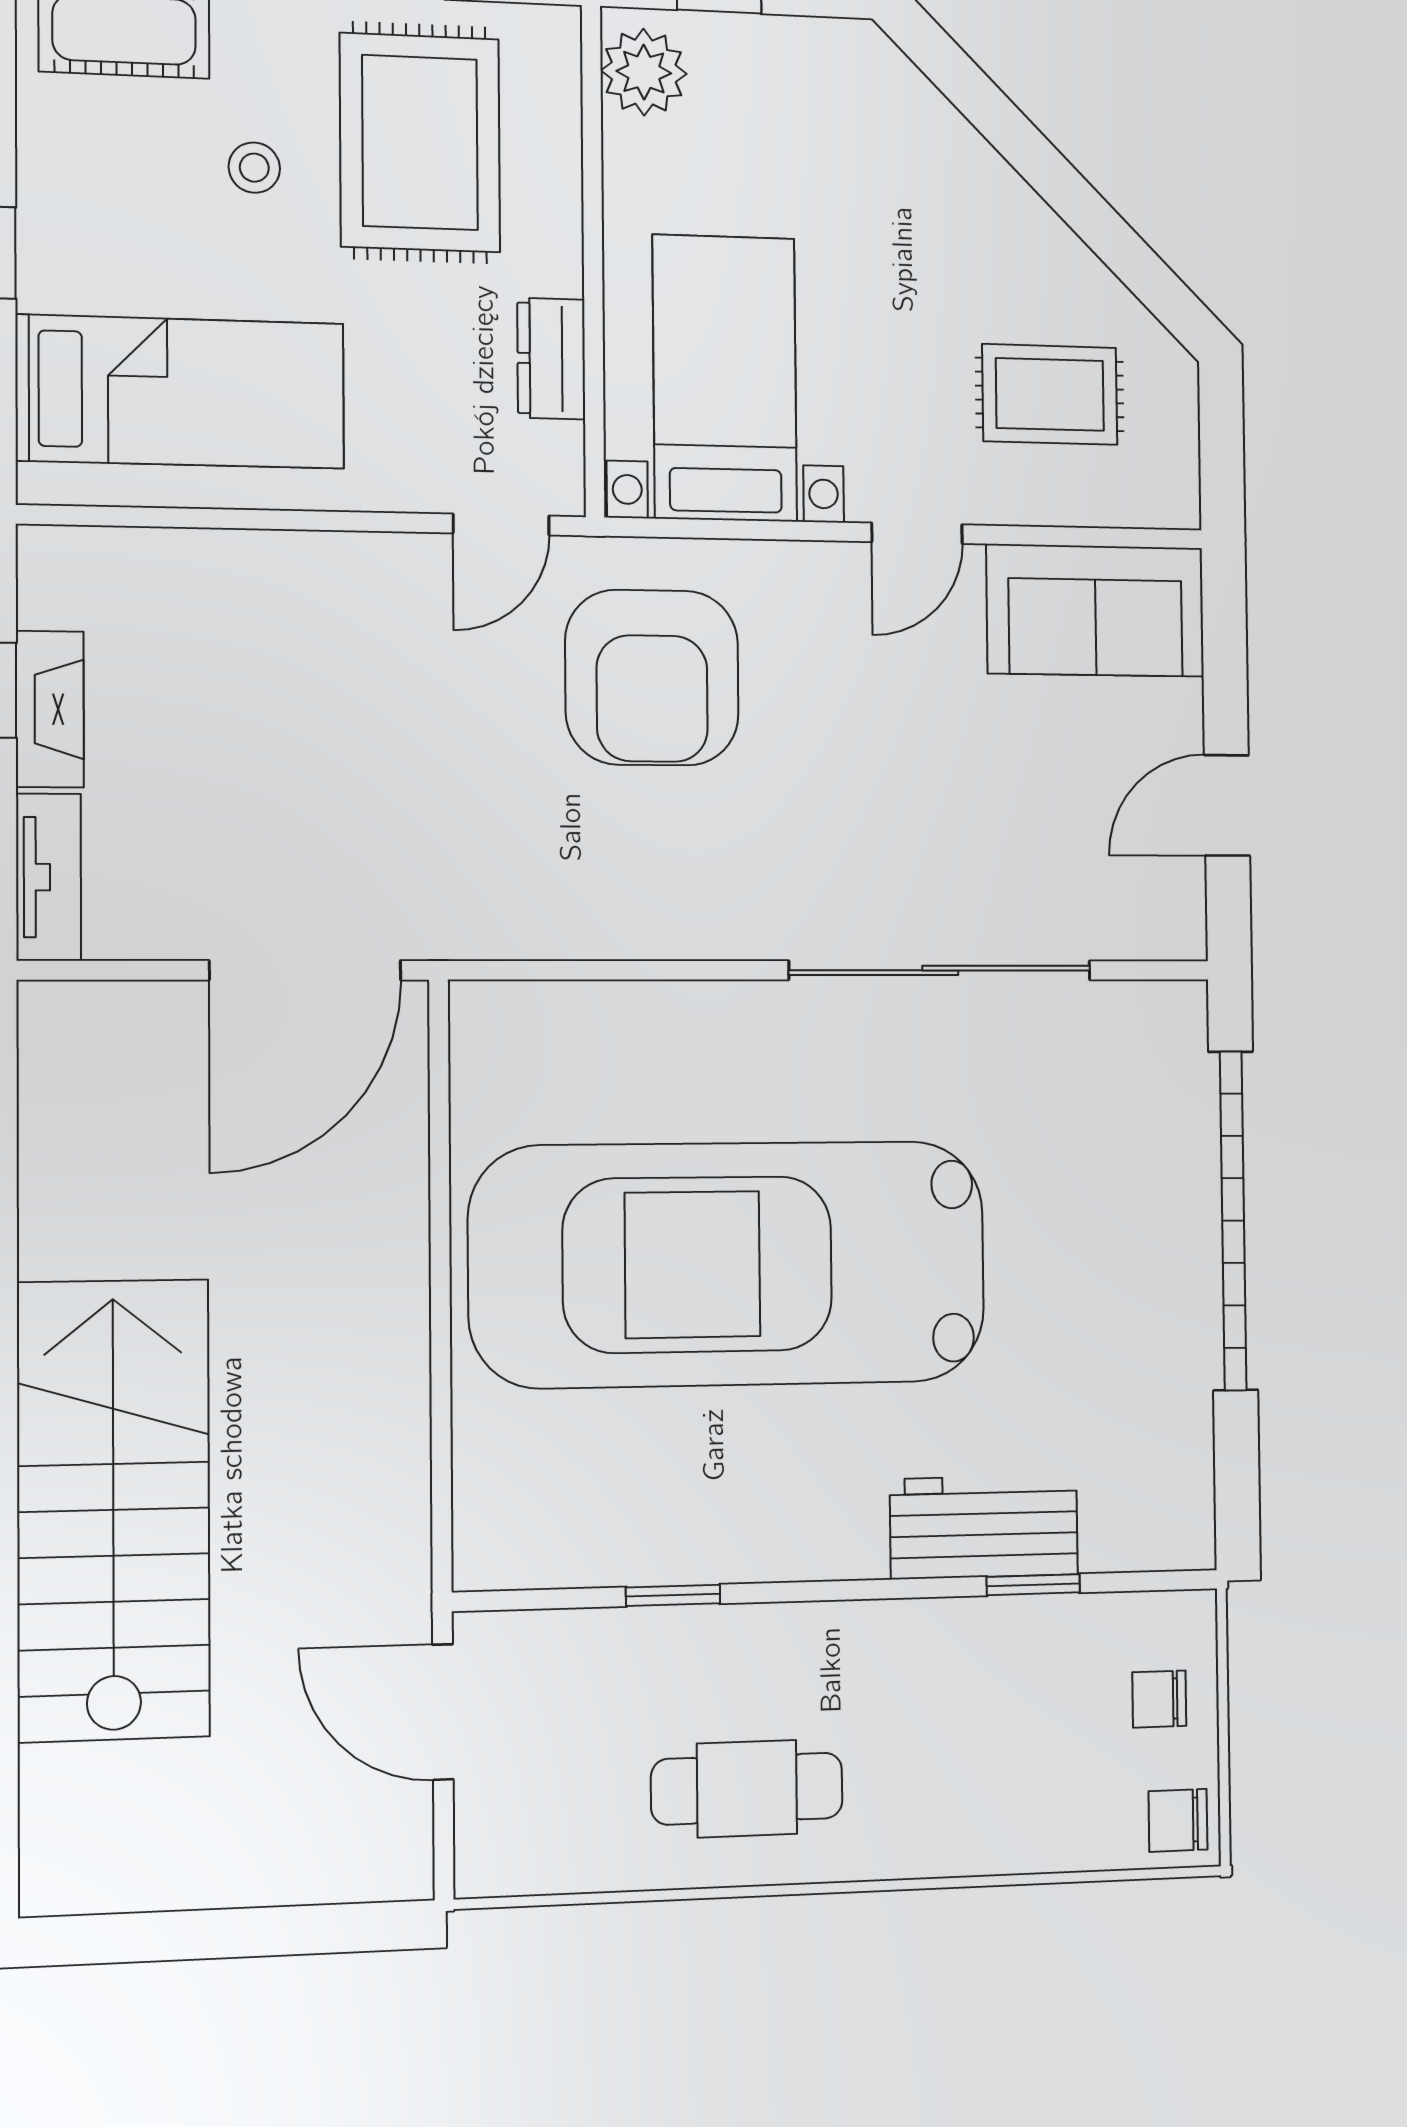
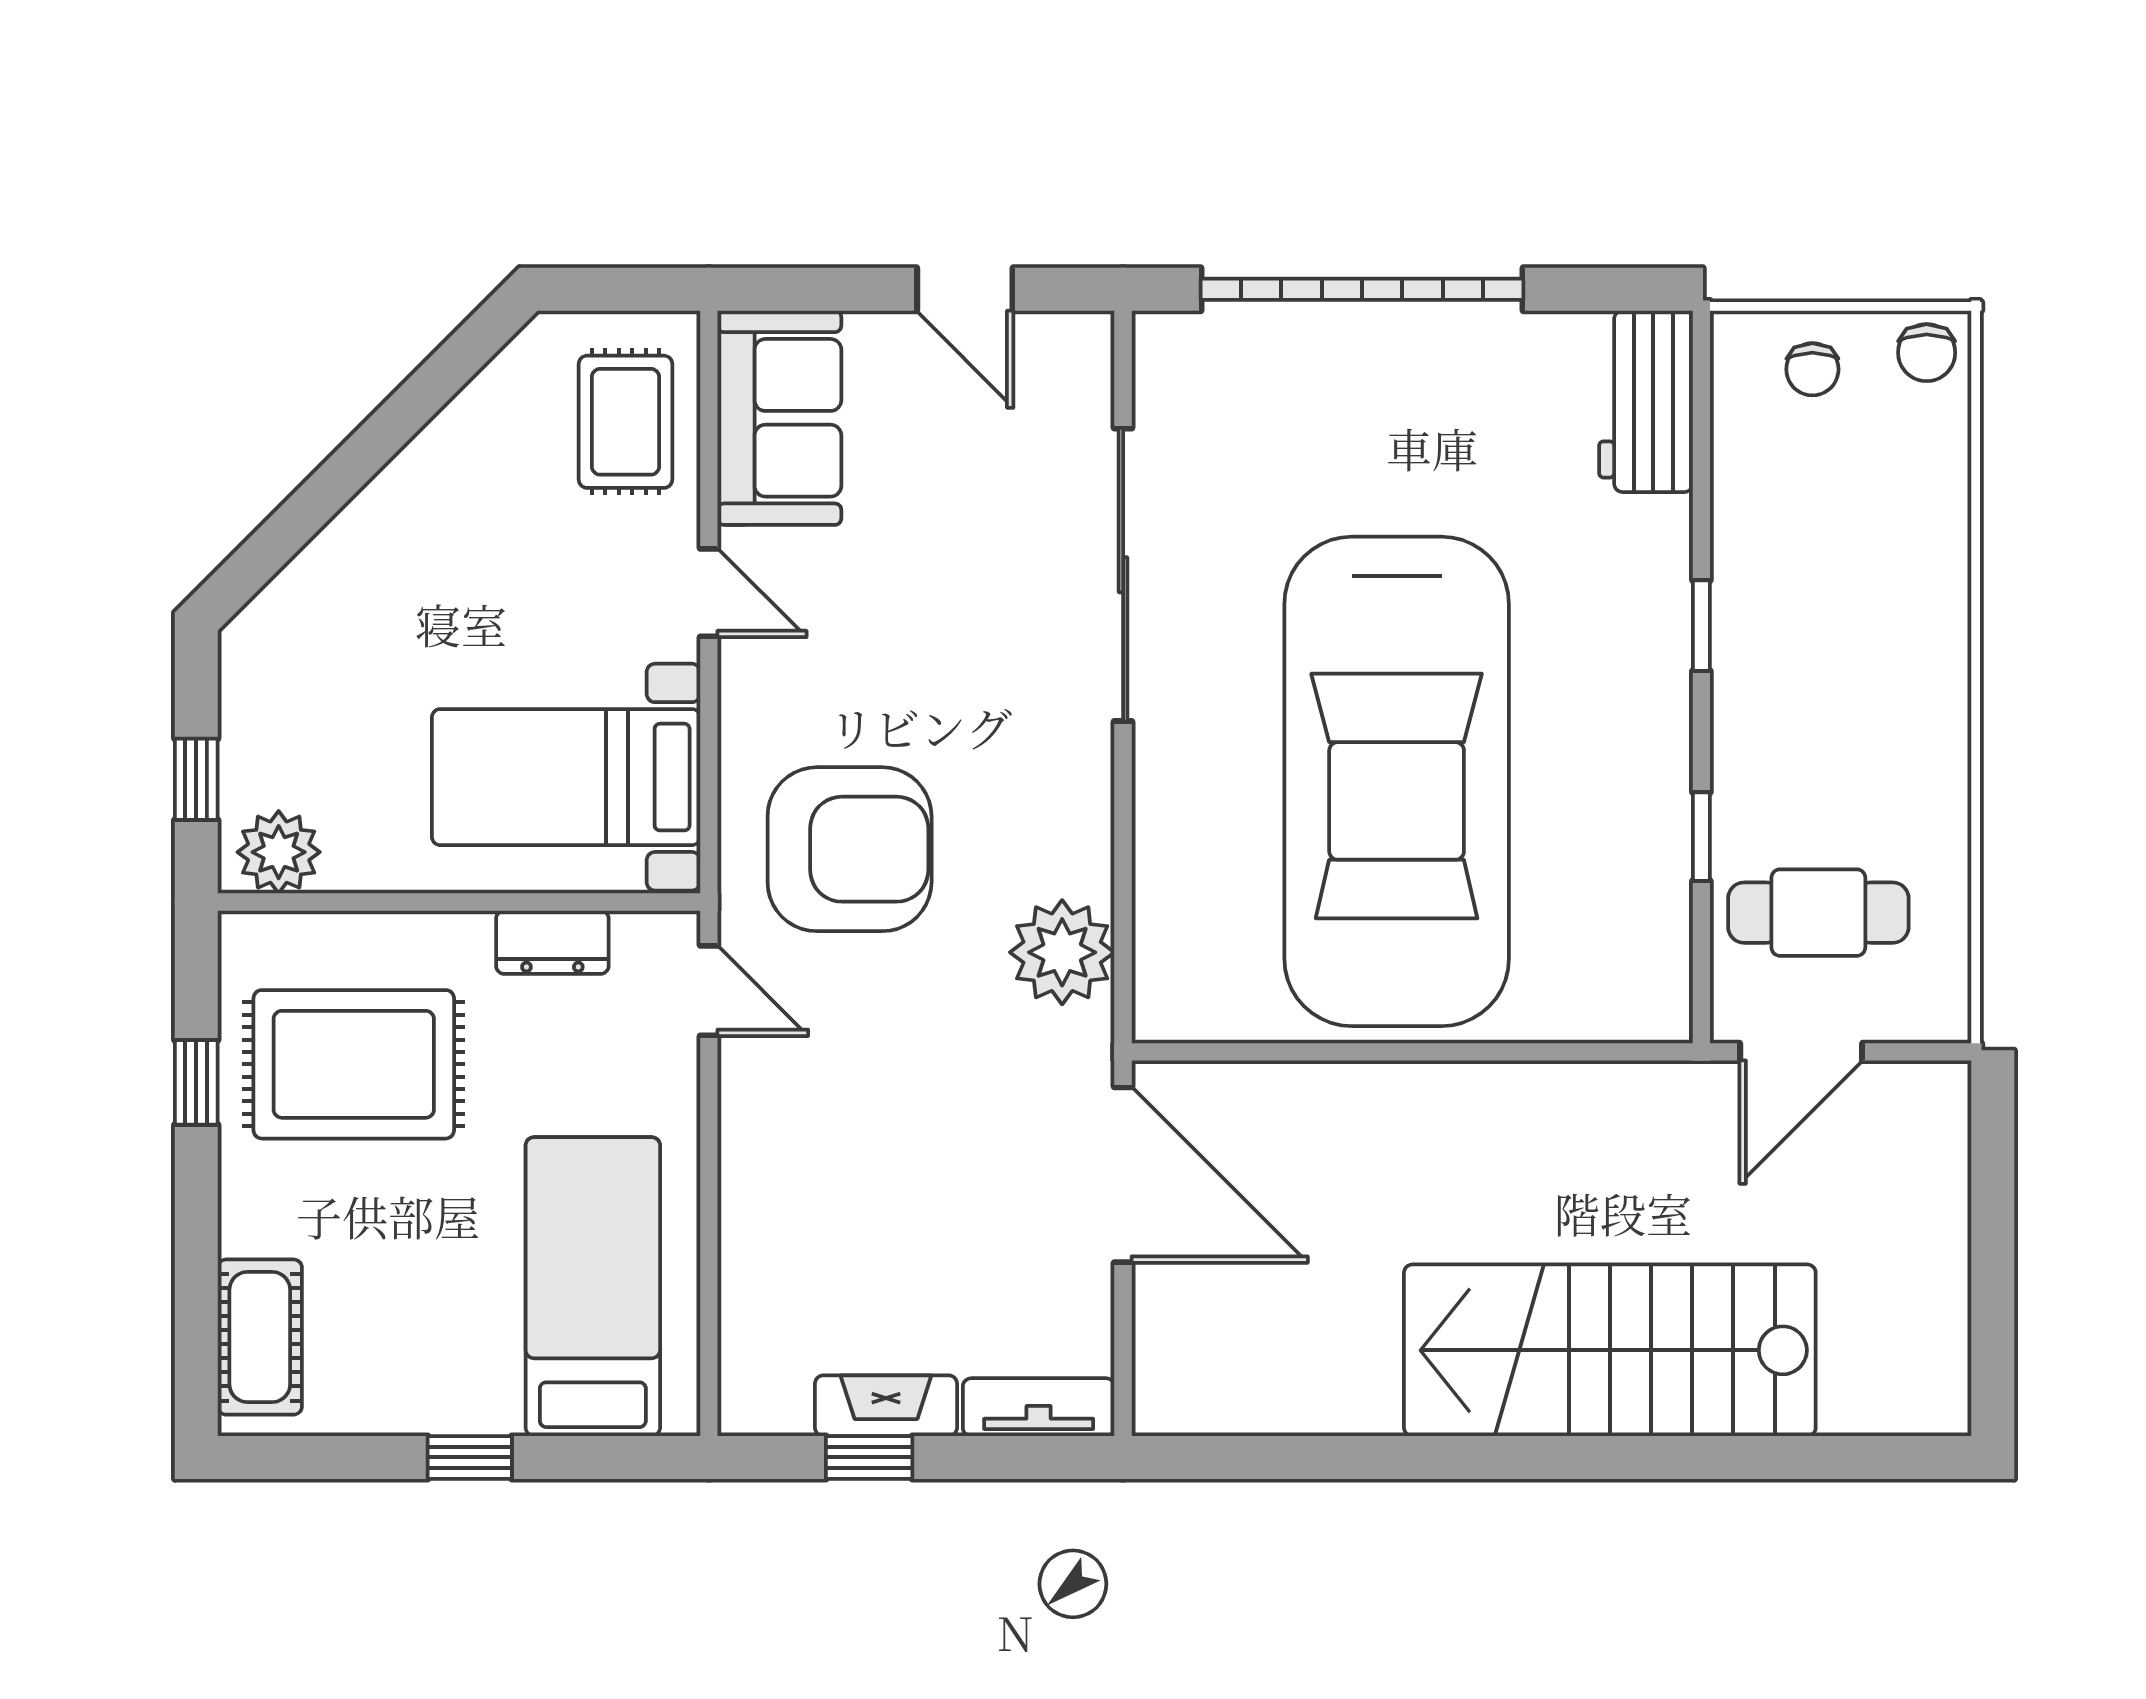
stool: (254, 168) -> (383, 1218), removed
rug: (1050, 394) -> (625, 422), moved
plant: (545, 905) -> (1062, 952), added
workbench: (984, 1527) -> (1646, 401), moved
window: (1033, 1585) -> (1701, 626), moved
cafe table: (747, 1789) -> (1818, 913), moved, turned 90

